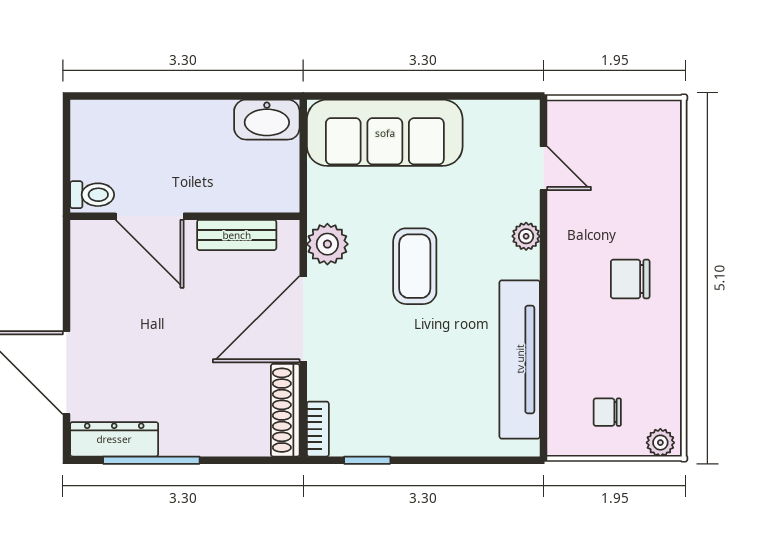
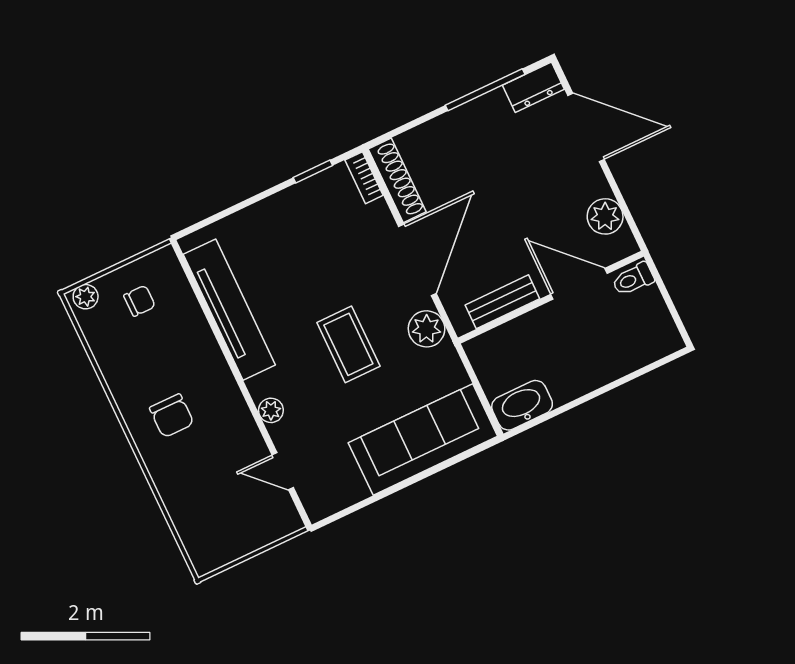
plant: (90, 272) -> (605, 216), added
chair: (630, 279) -> (172, 416), turned 90
dresser: (114, 439) -> (533, 87), width x0.70

